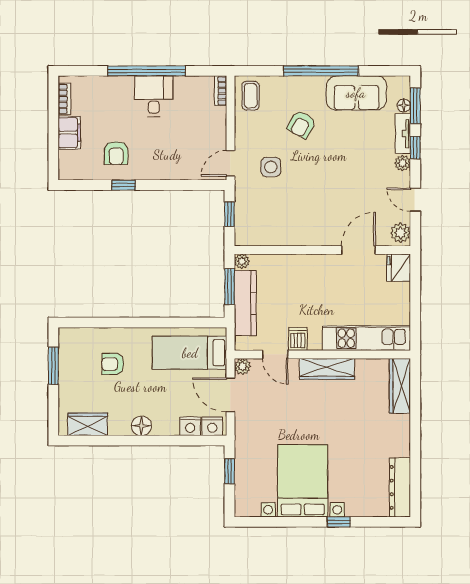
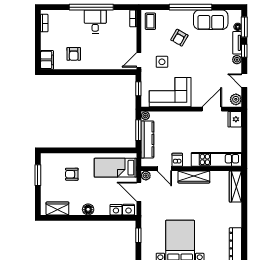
filing cabinet: (69, 133) -> (47, 60), moved
window: (124, 185) -> (78, 72), removed
corner sofa: (285, 220) -> (170, 92), added

